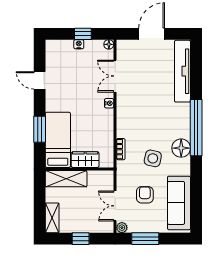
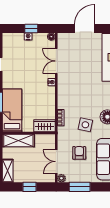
wardrobe: (85, 160) -> (44, 126), moved

